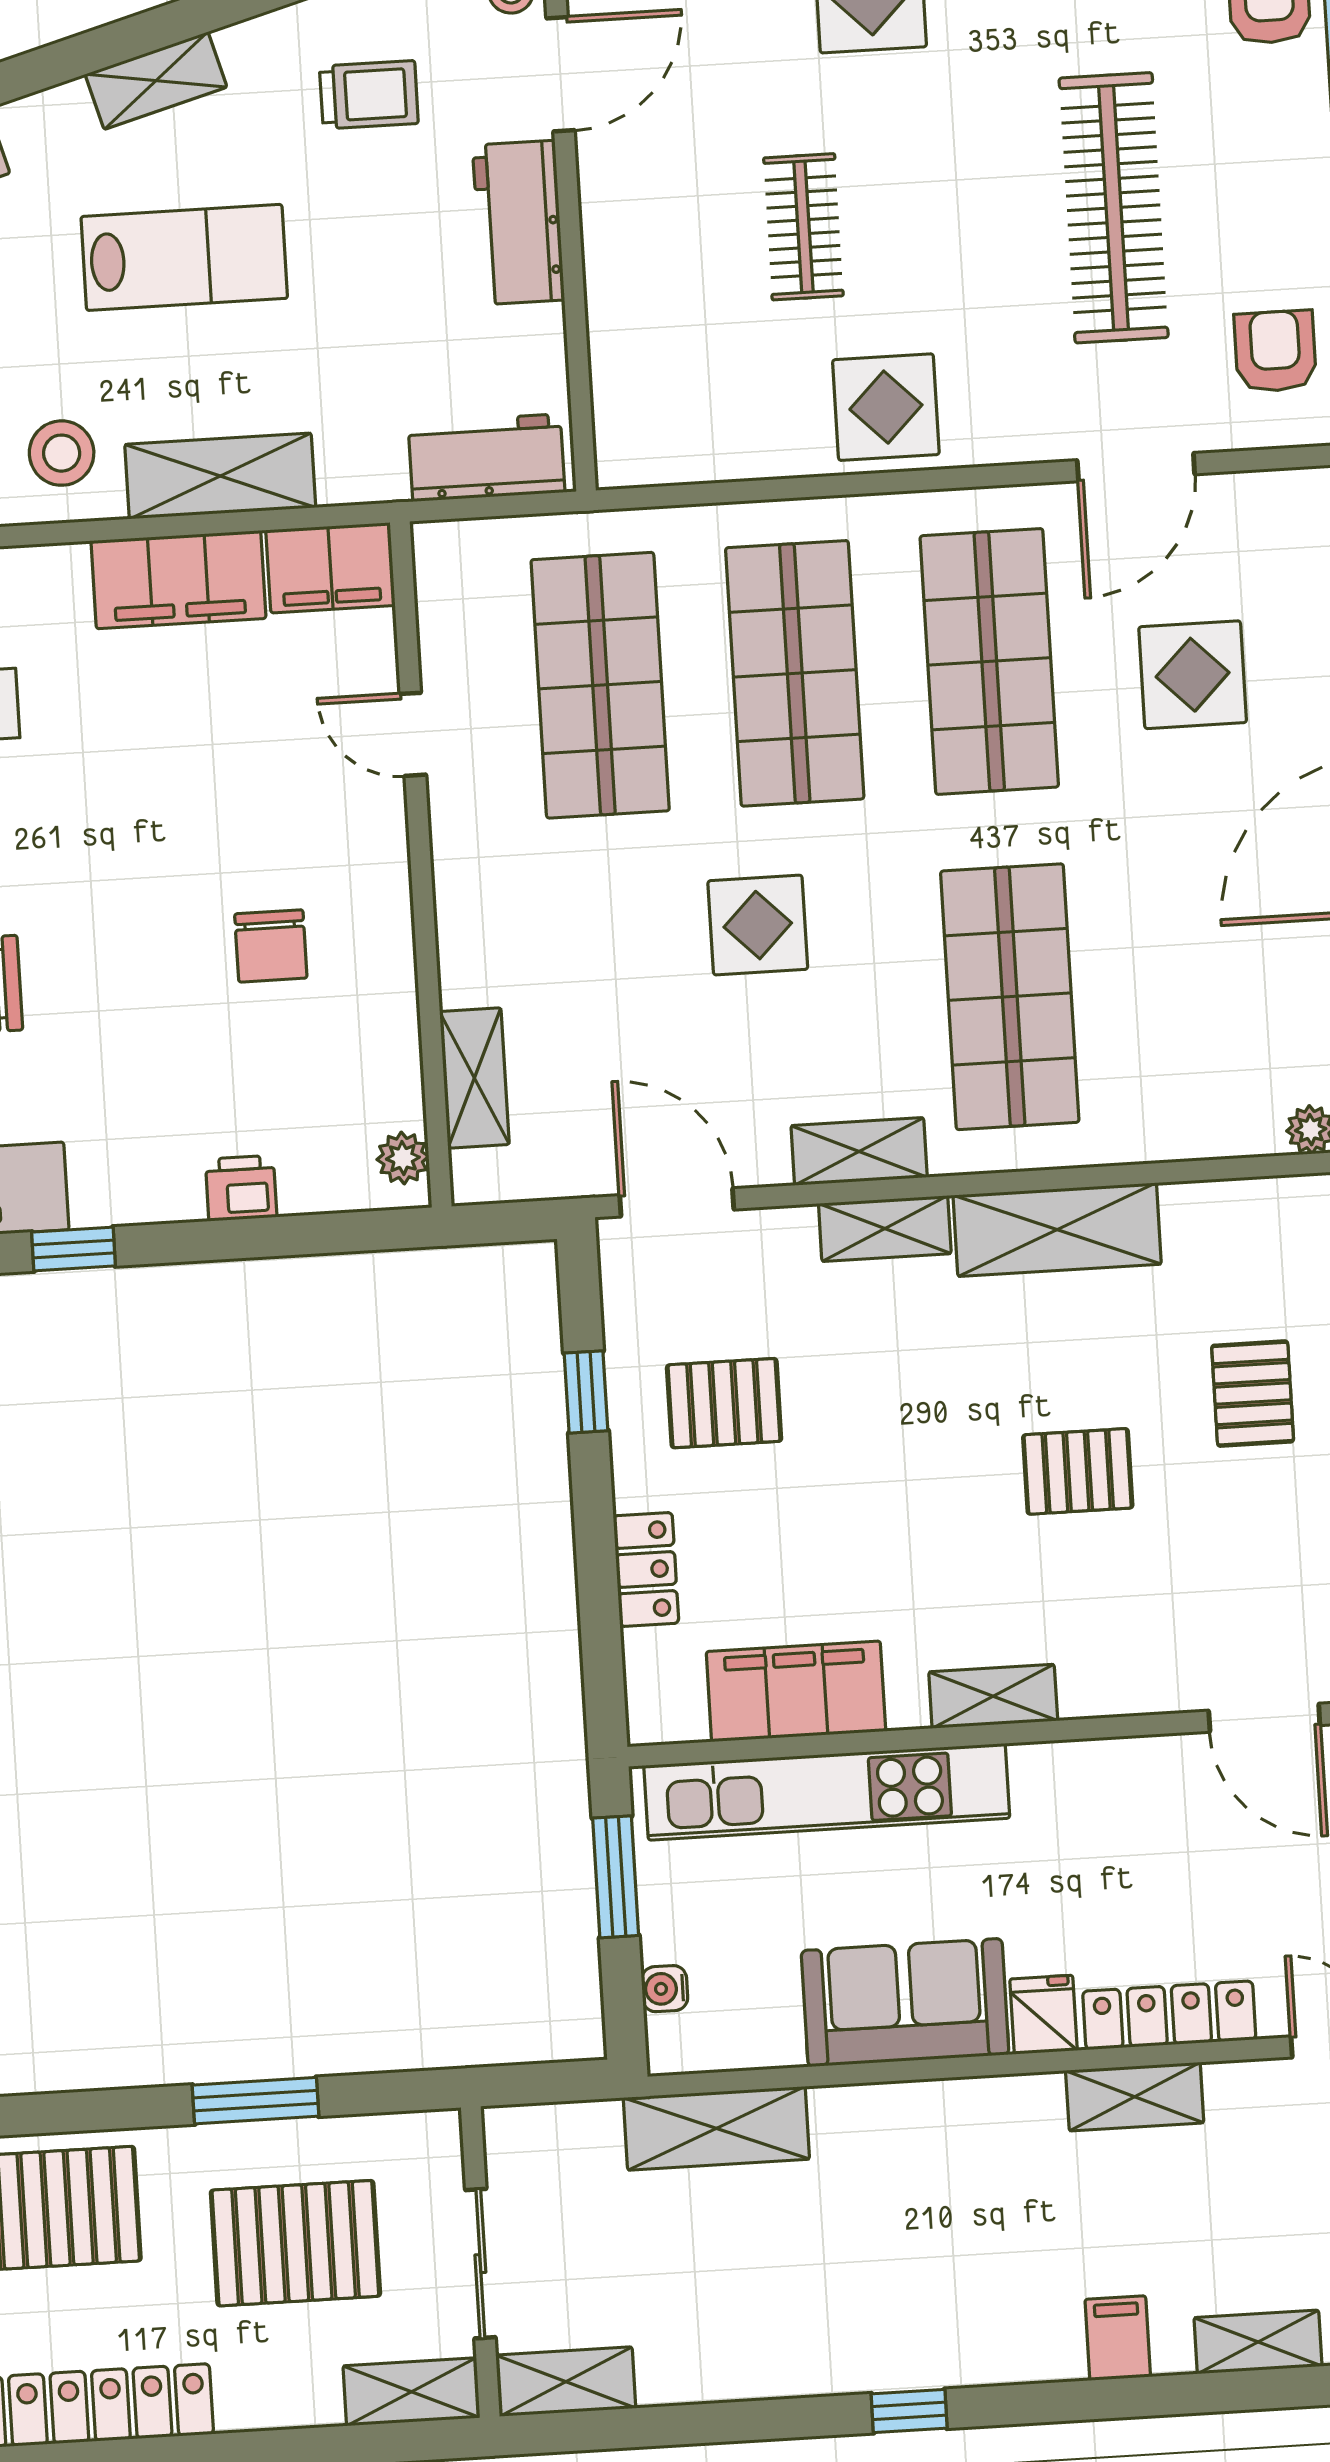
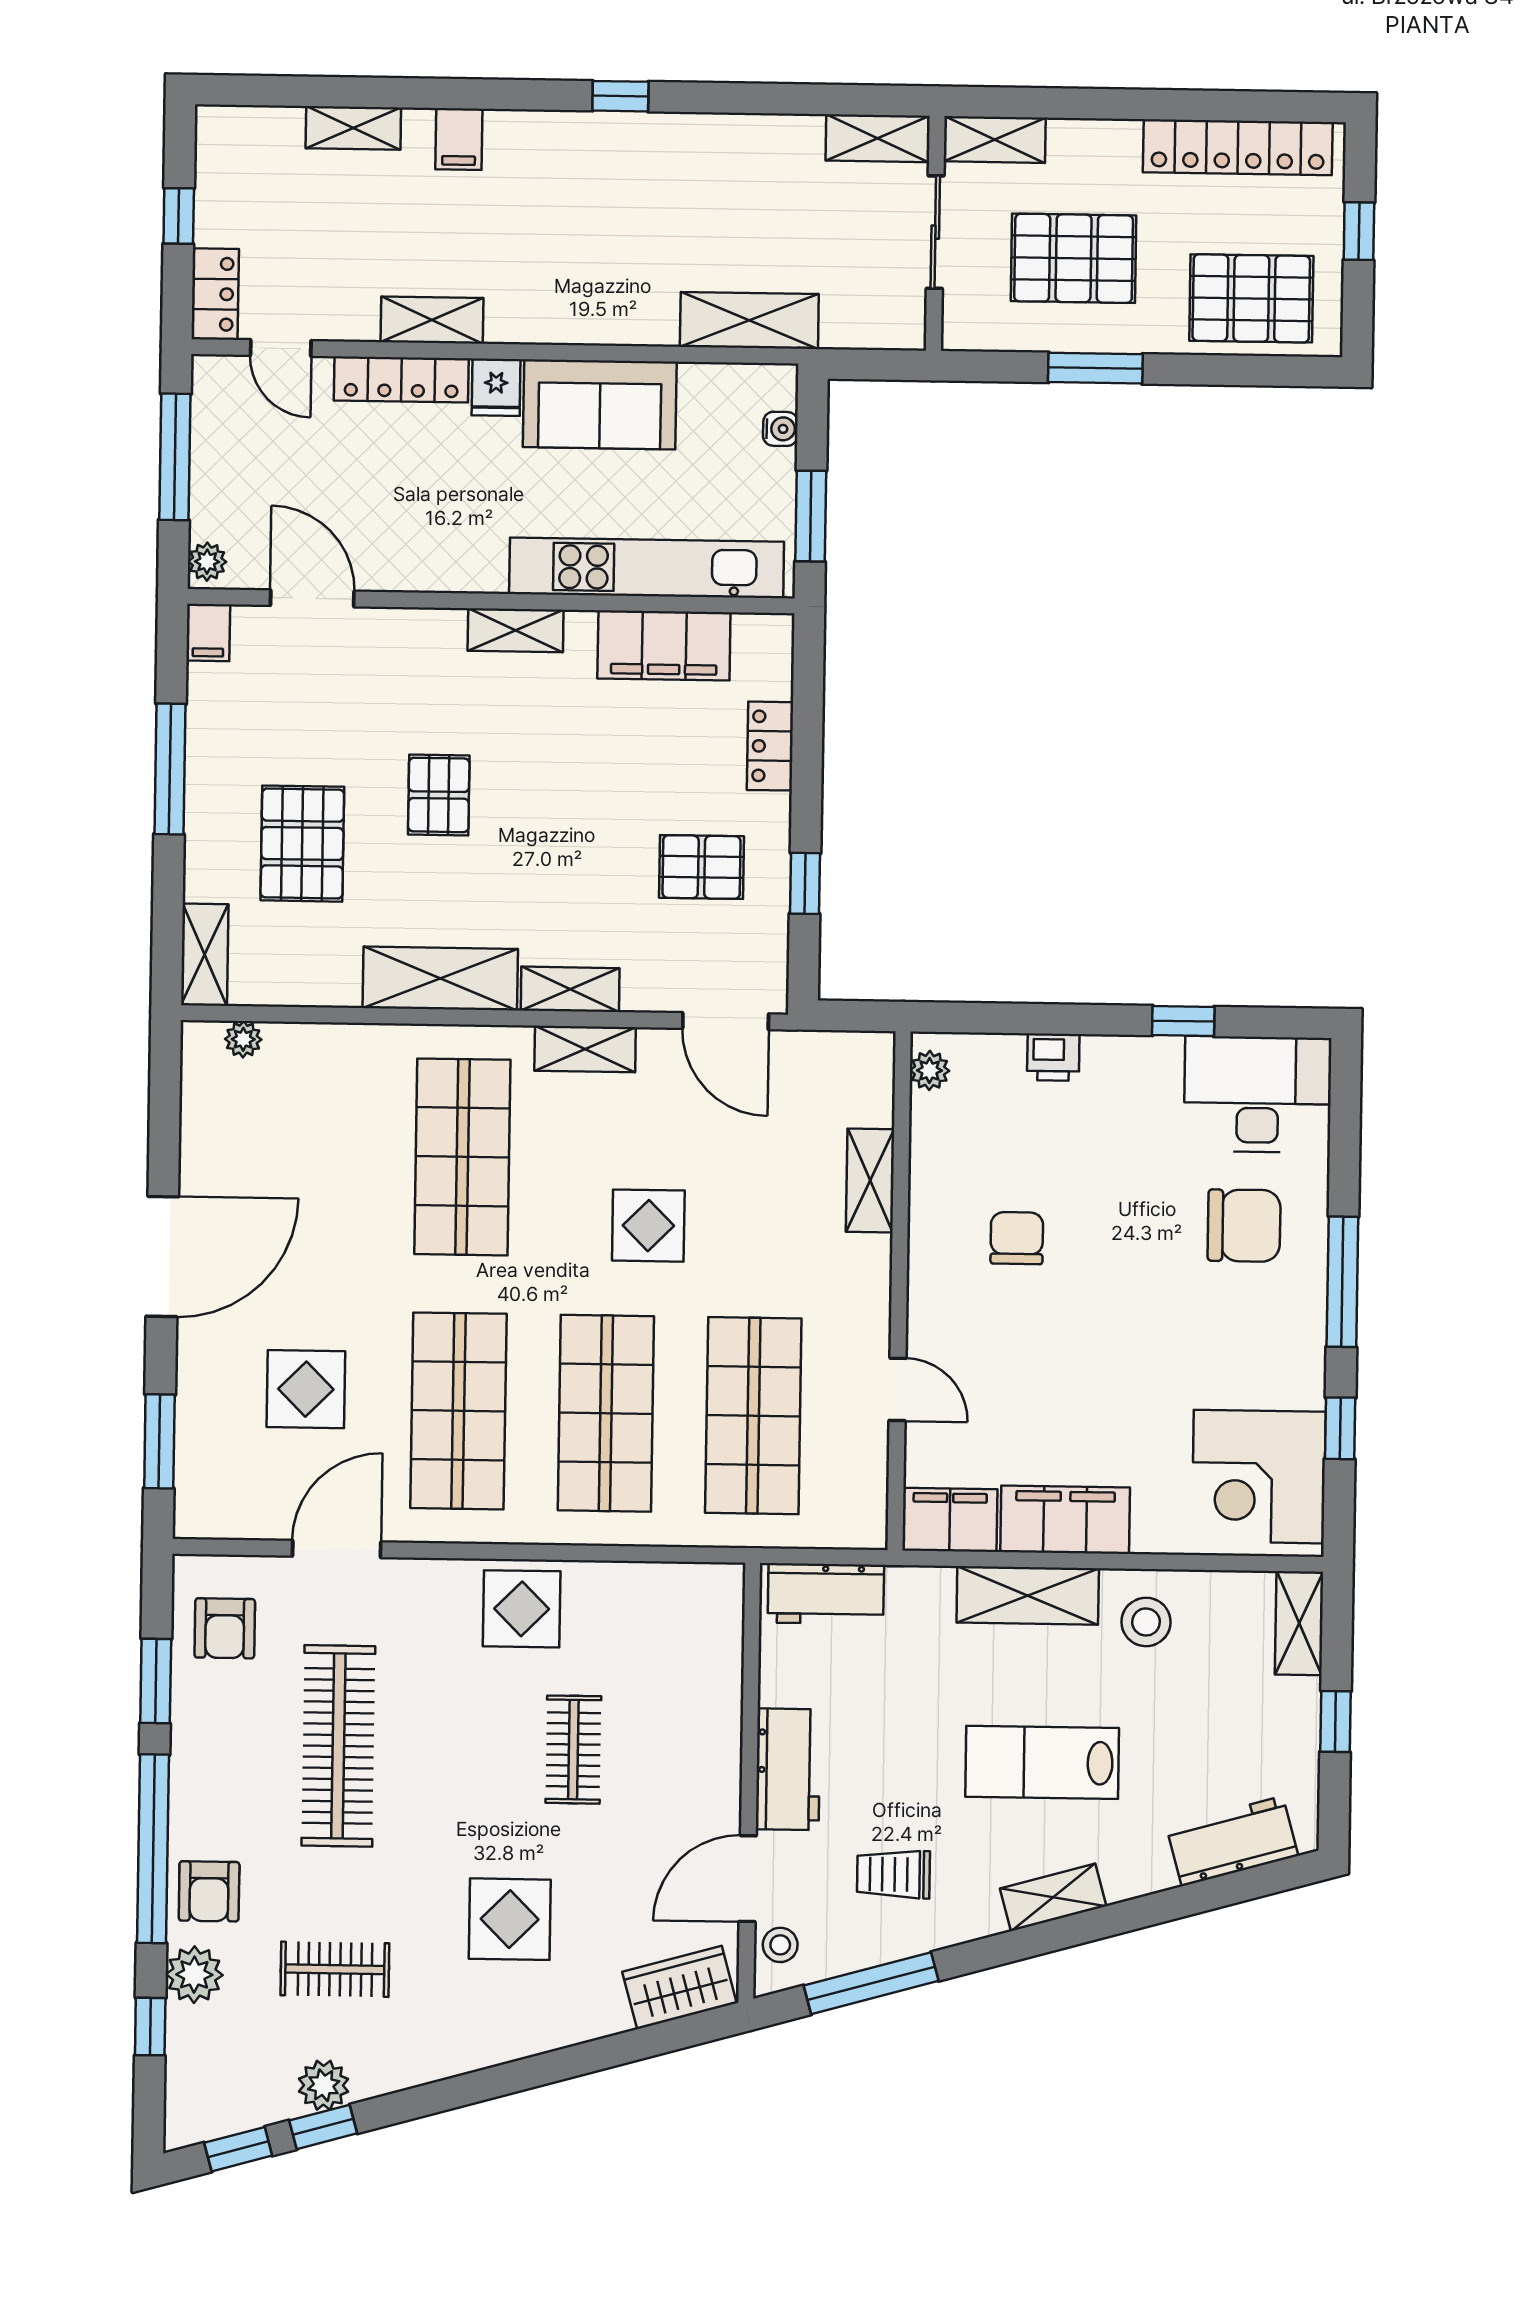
shelving: (474, 1078) -> (870, 1180), moved
pallet: (1253, 1394) -> (302, 844), width x1.50, depth x1.42
pallet: (1078, 1471) -> (439, 795), turned 90

